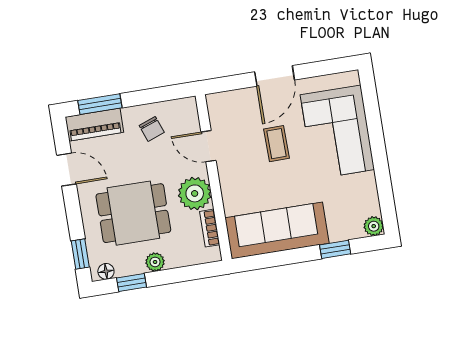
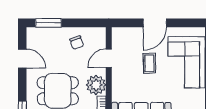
piano: (94, 125) -> (43, 35), removed
door: (208, 146) -> (109, 58), hinge flipped

